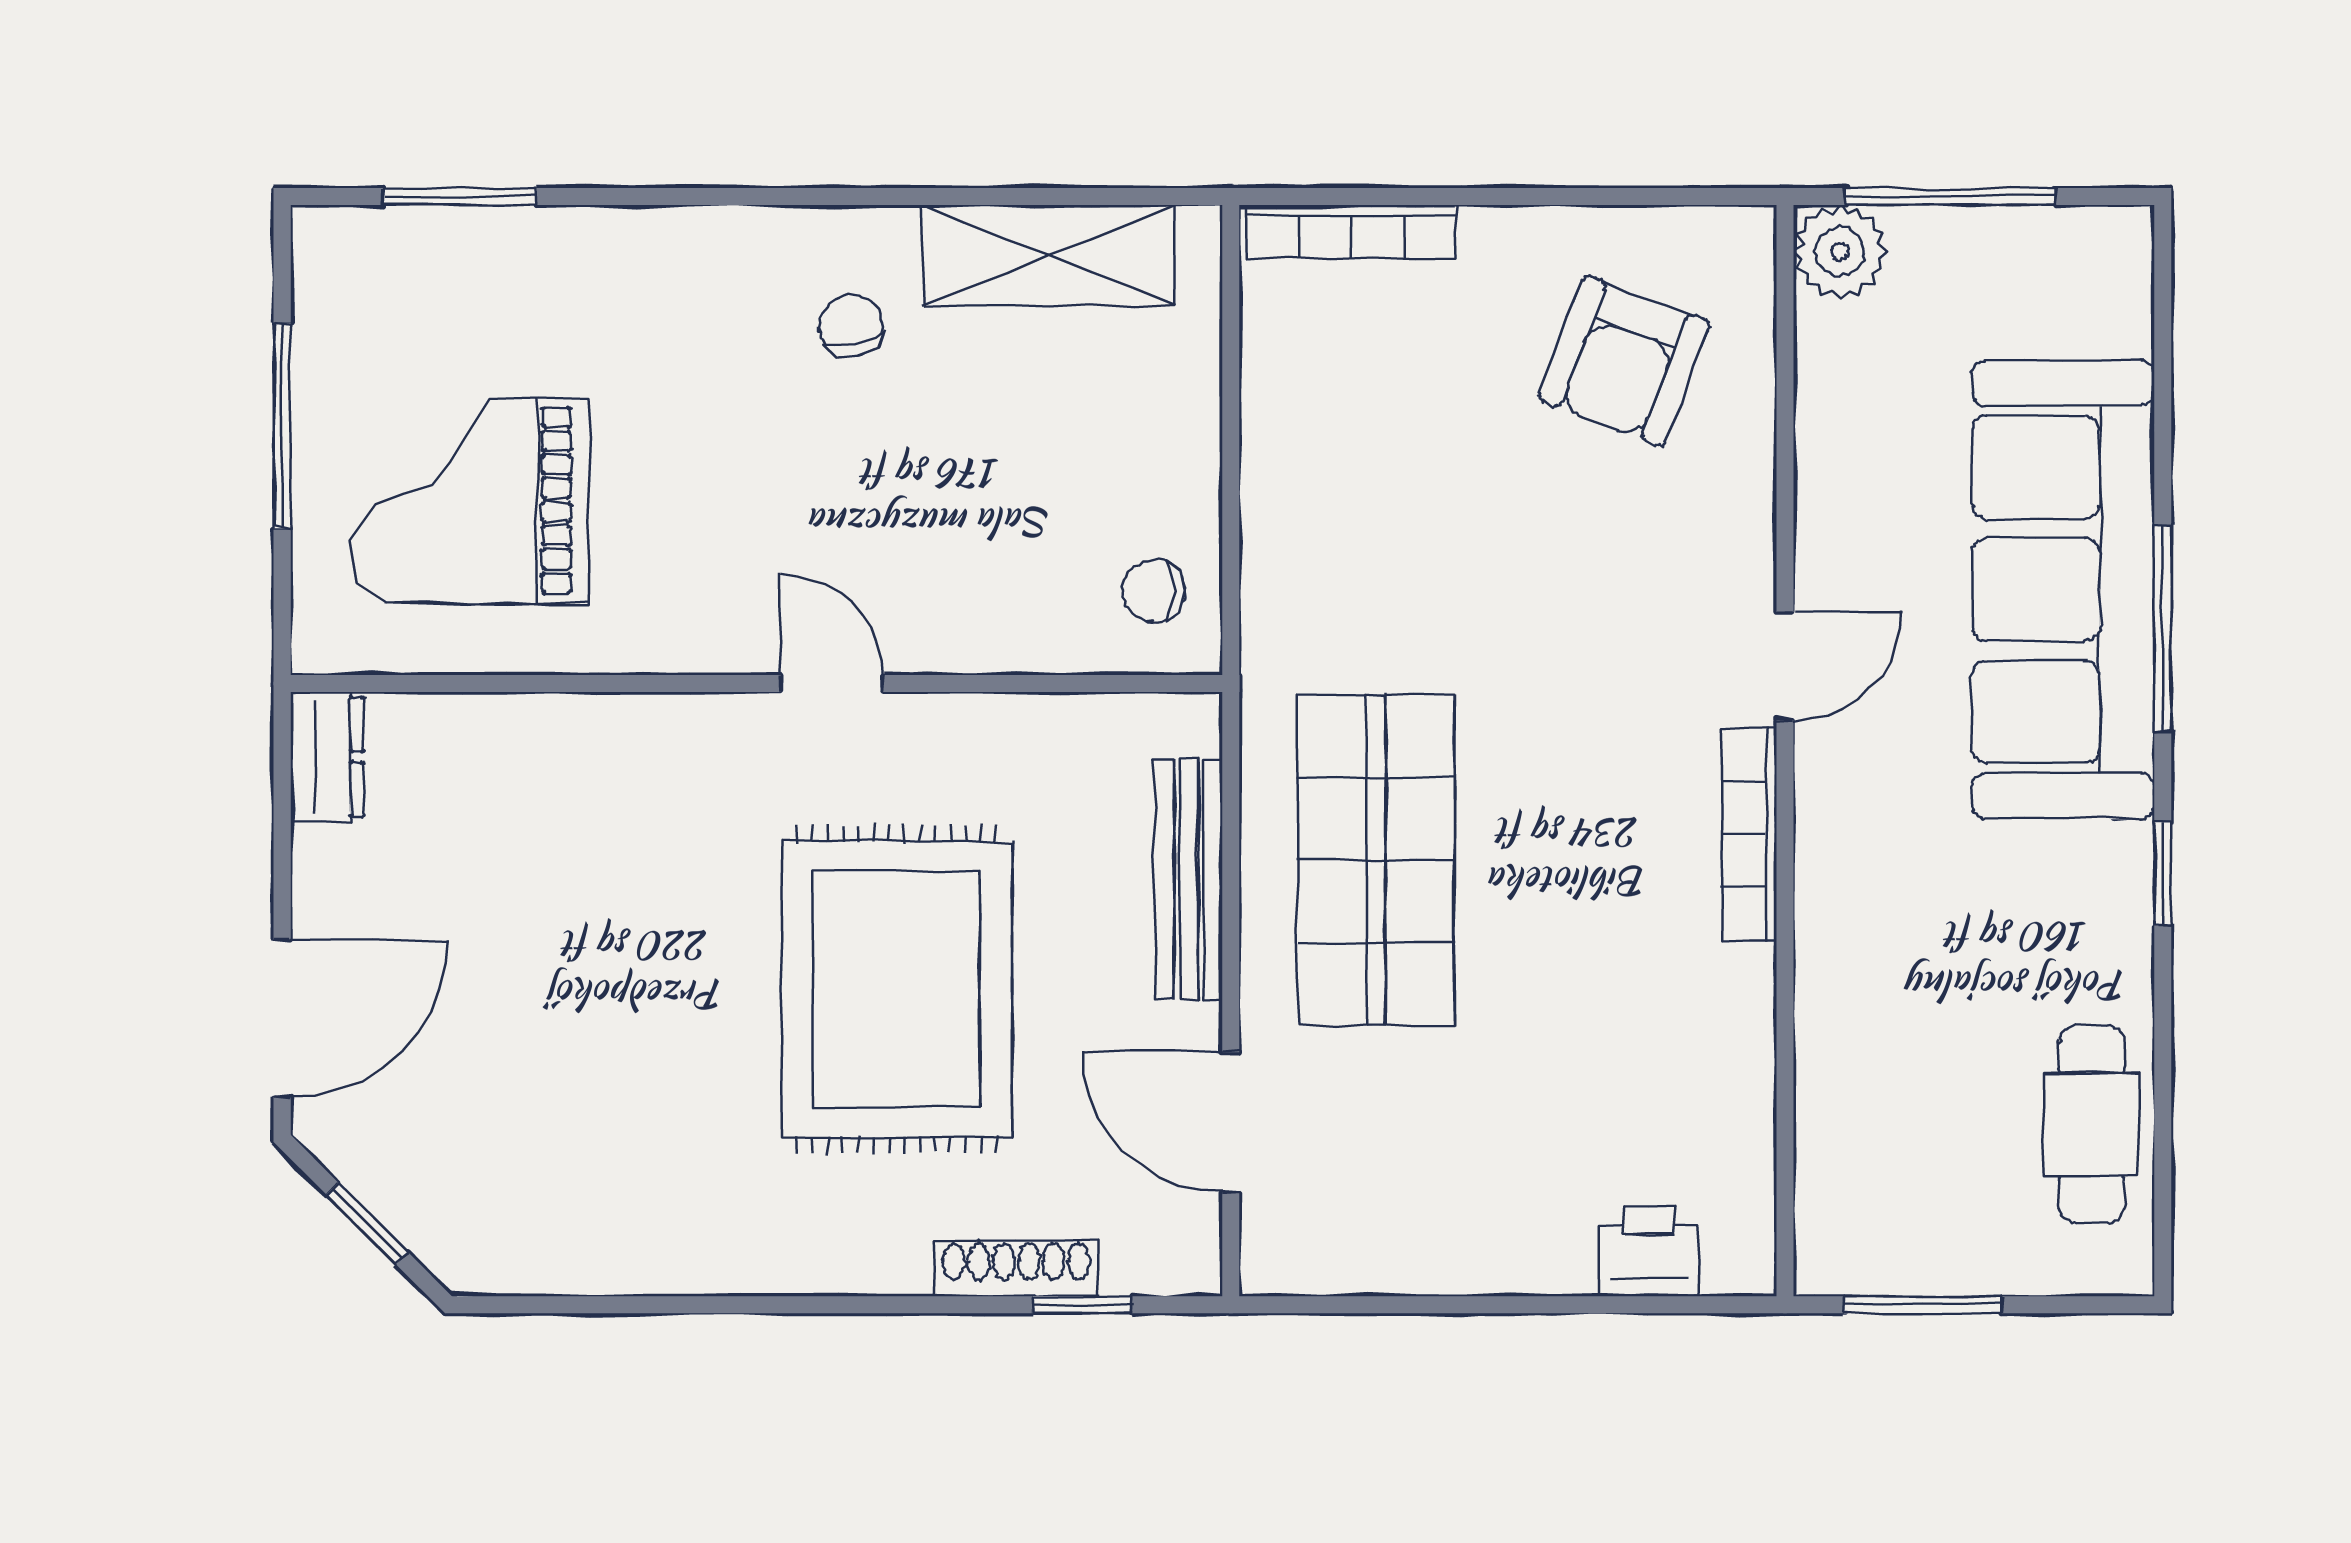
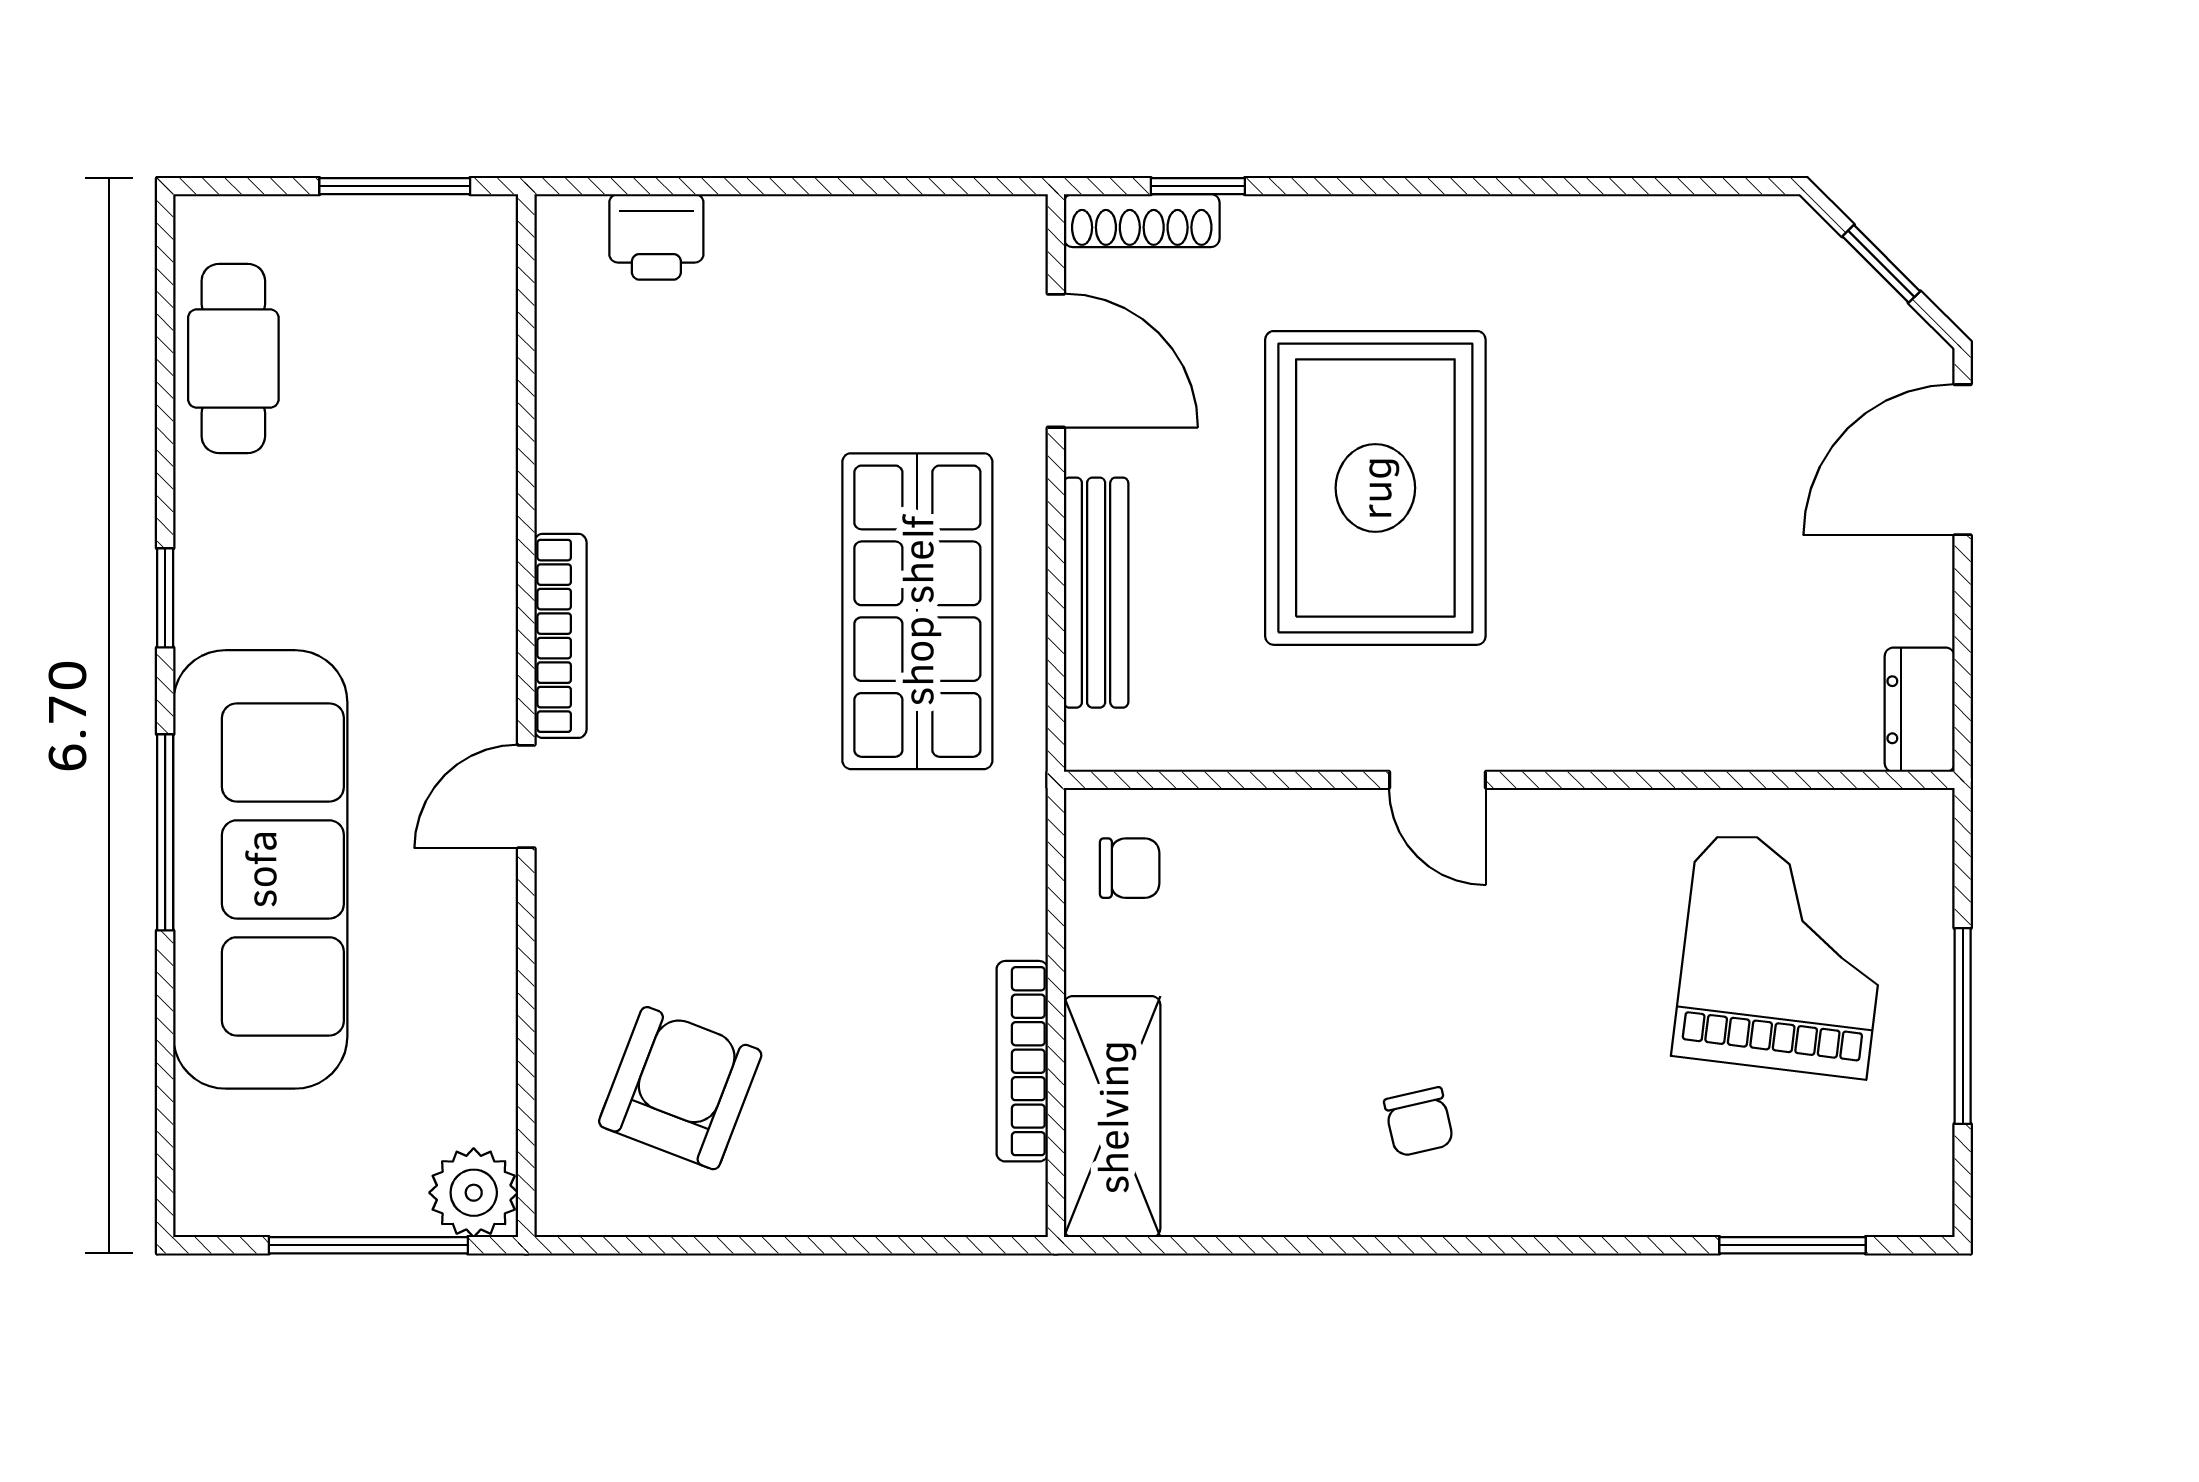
bookcase: (1351, 232) -> (1022, 1061), moved, turned -90
shelving: (1049, 255) -> (1112, 1117), moved, turned 90
grand piano: (471, 500) -> (1782, 955), turned -83
shoe rack: (1016, 1269) -> (1142, 221), moved

